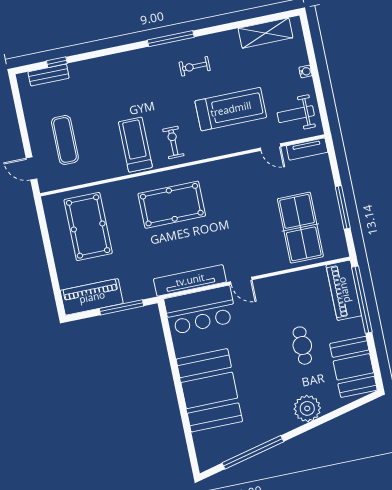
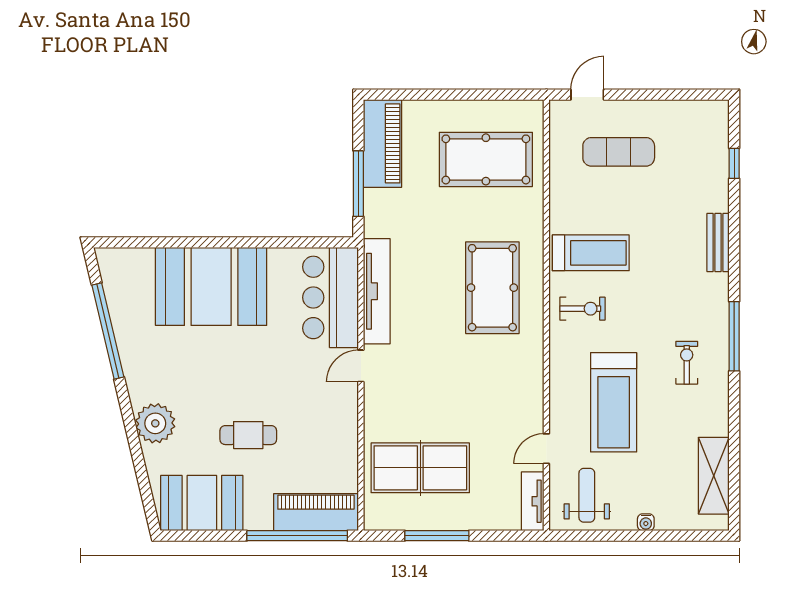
bench: (49, 75) -> (718, 242), moved

